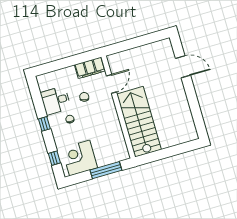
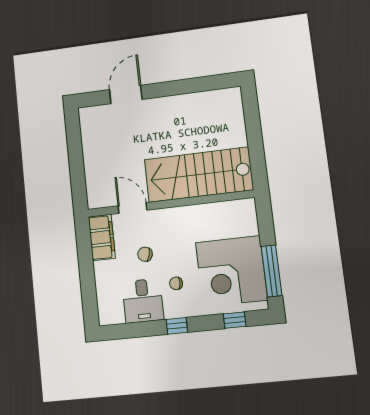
corner desk: (80, 158) -> (231, 271), width x1.36, depth x1.36
window: (106, 170) -> (272, 271), moved

